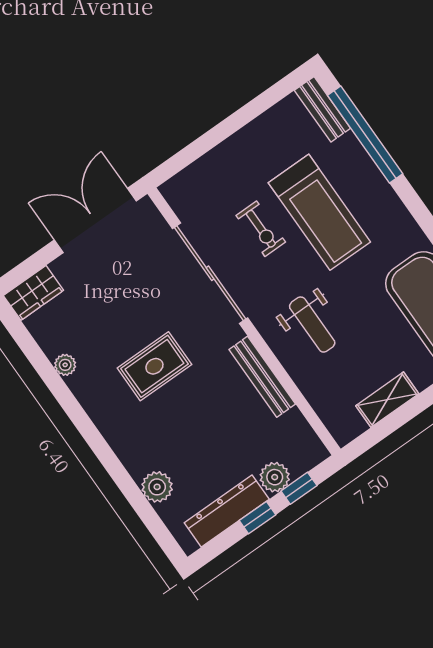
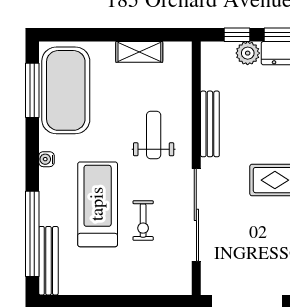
bench: (322, 109) -> (48, 261), width x1.36
water cooler: (405, 222) -> (46, 159), added
exercise bike: (261, 229) -> (143, 221), turned 180

